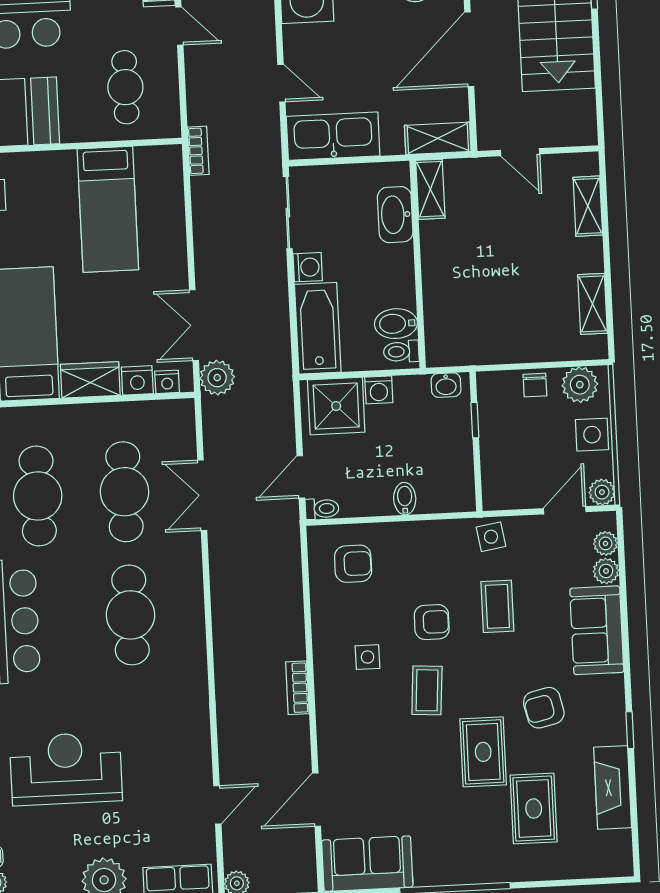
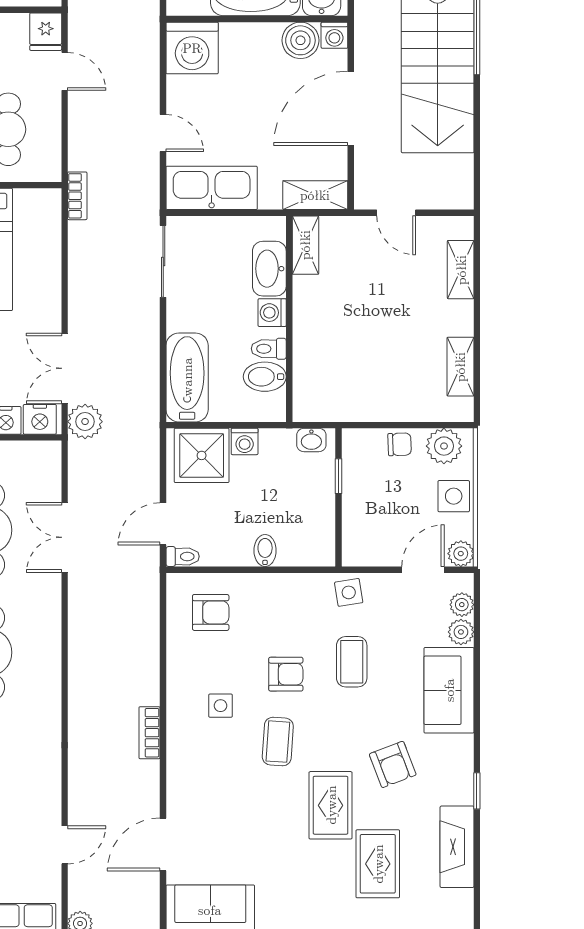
washing machine: (308, 267) -> (272, 313), moved, turned 180
toilet: (401, 352) -> (269, 349), moved
nightstand: (167, 382) -> (40, 419), width x1.39, depth x1.35
chair: (535, 385) -> (400, 444), turned -92
armchair: (544, 708) -> (393, 764), turned -98

